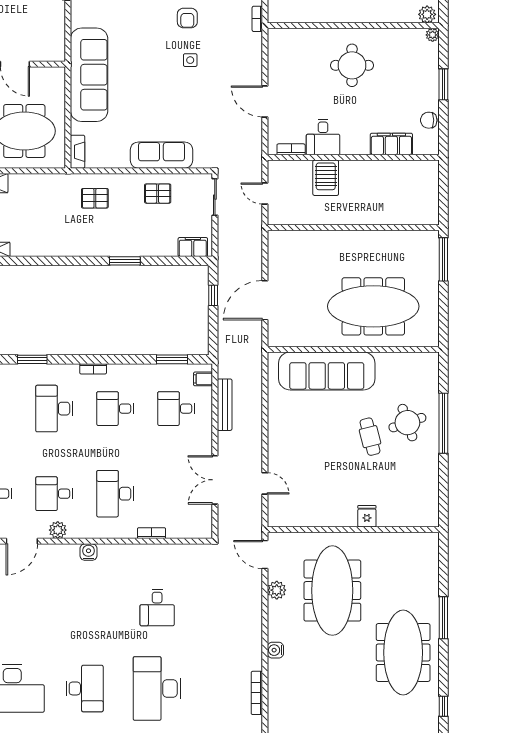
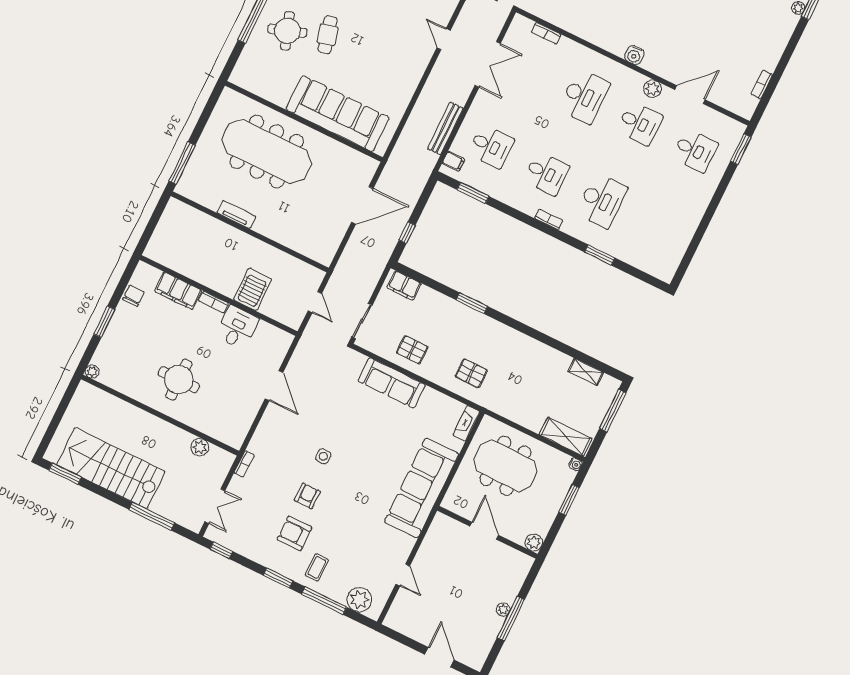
plant: (427, 14) -> (200, 447), moved
chair: (429, 120) -> (134, 296), turned -90
bookcase: (291, 149) -> (213, 302), moved
tv unit: (373, 237) -> (236, 215), added
bookcase: (151, 533) -> (546, 33), moved

